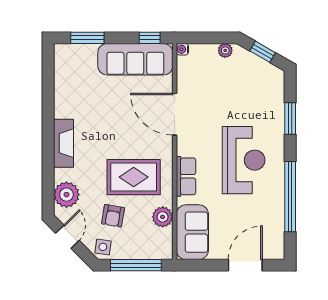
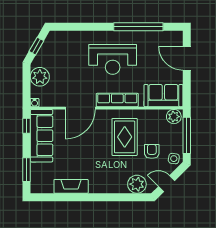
plant: (225, 50) -> (40, 77), width x1.87, depth x1.87
window: (290, 119) -> (83, 27), removed
fireplace: (63, 143) -> (71, 186), moved
reception desk: (244, 160) -> (113, 59), turned 180
row of seats: (186, 176) -> (117, 100), width x1.48
armchair: (113, 216) -> (152, 151), turned -100
plant: (163, 217) -> (174, 117), moved

